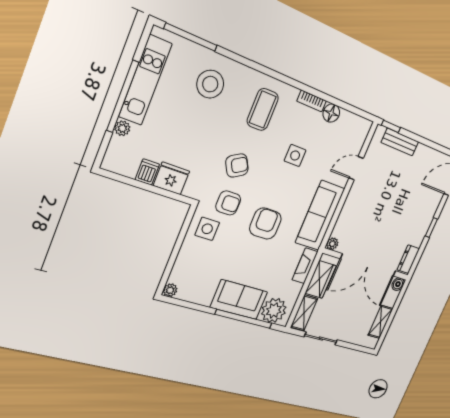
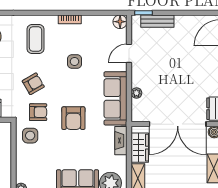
floor lamp: (331, 113) -> (120, 22), moved
armchair: (265, 224) -> (73, 118), turned 180
plant: (332, 244) -> (136, 93), moved

